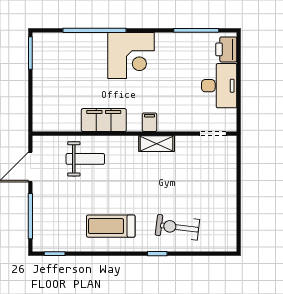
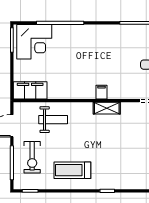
corner desk: (131, 55) -> (34, 42), moved
filing cabinet: (104, 120) -> (30, 90), moved
exercise bike: (177, 227) -> (32, 157), moved, turned -97

